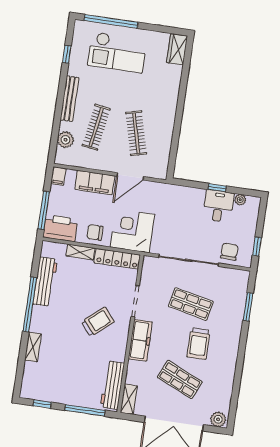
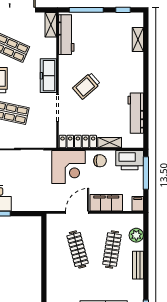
bench: (69, 99) -> (138, 265), width x0.73
window: (30, 304) -> (146, 92), removed
shelving: (33, 347) -> (138, 39), moved

